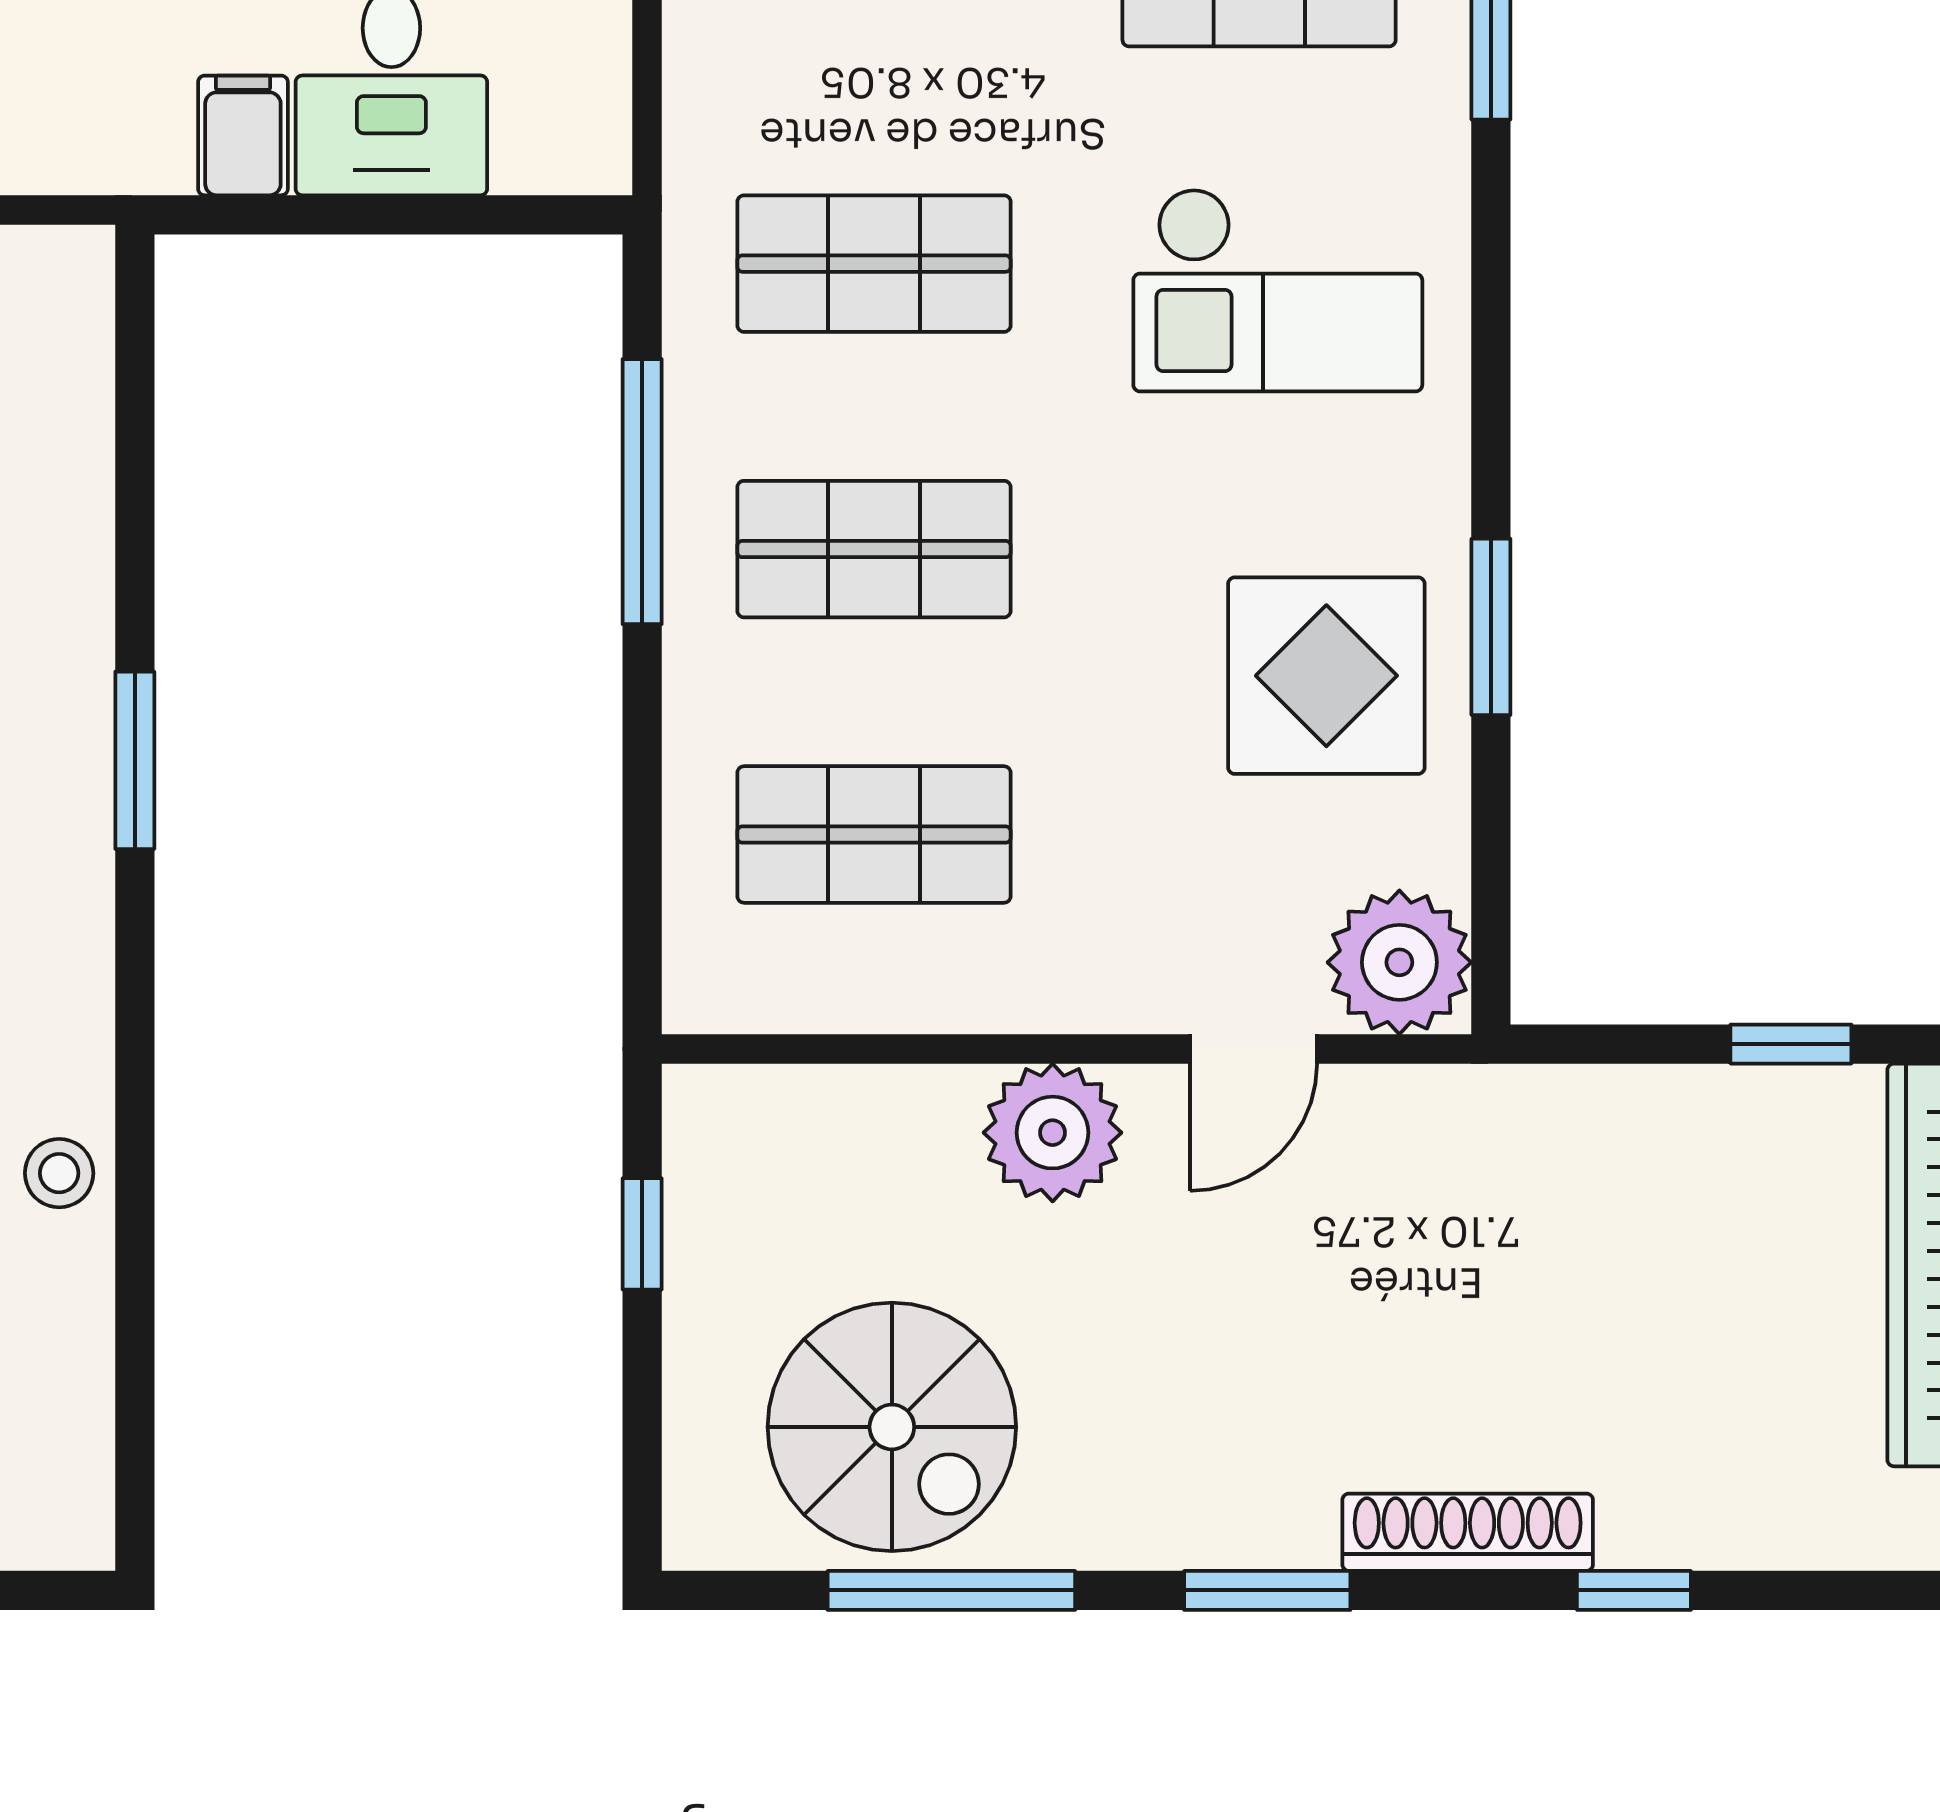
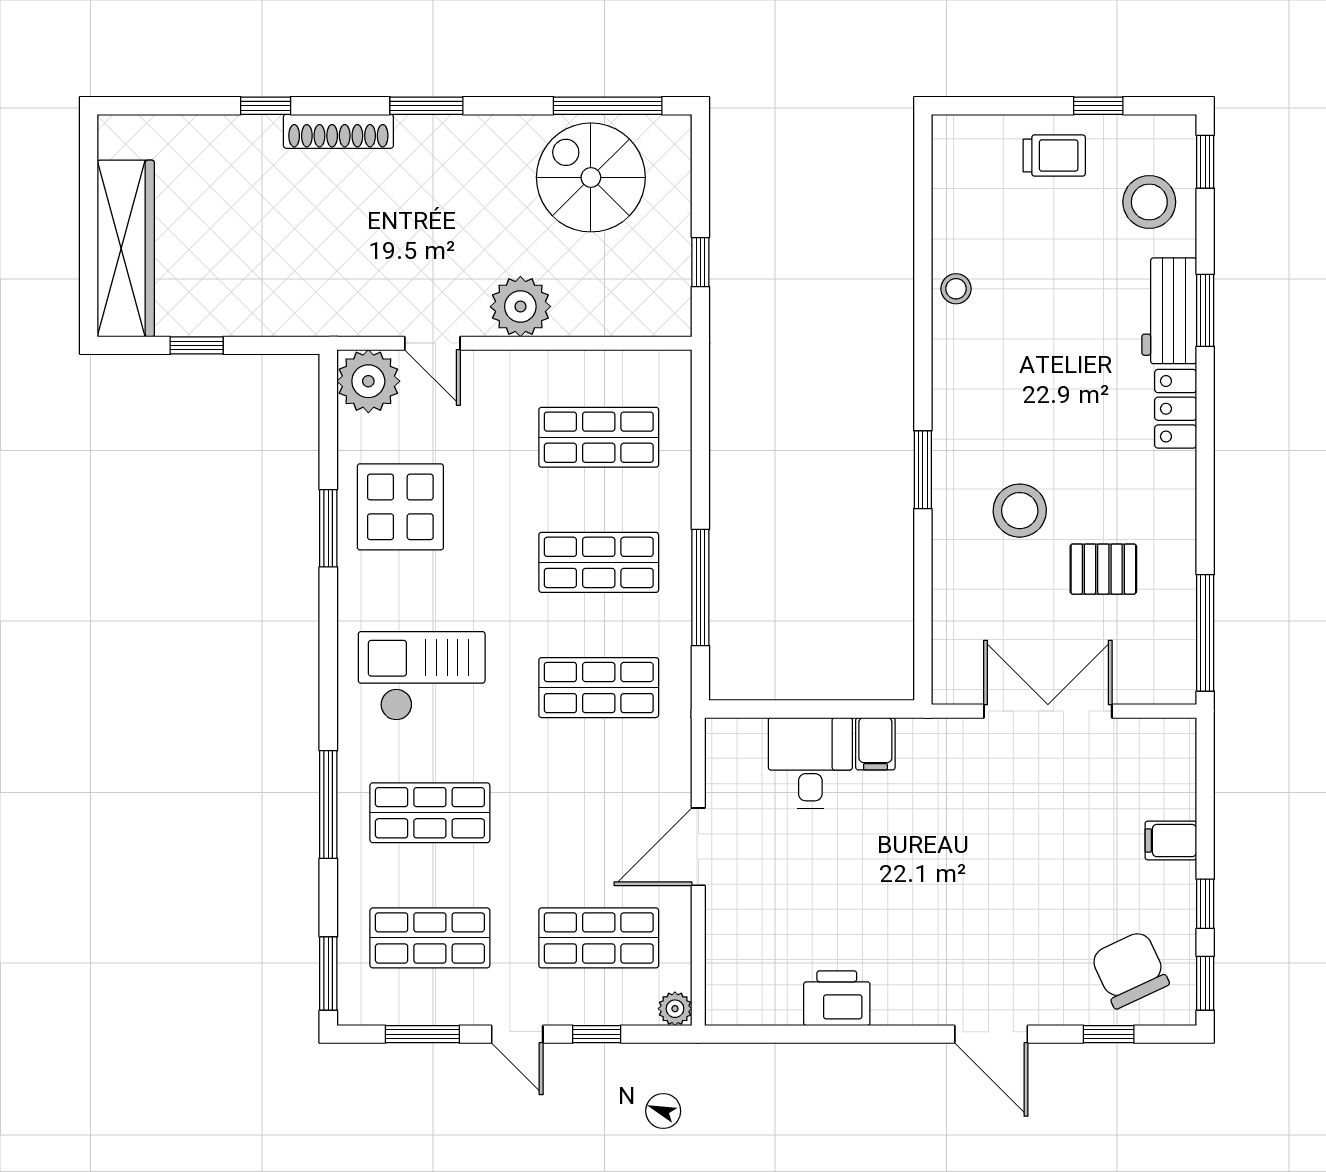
door: (1253, 1049) -> (432, 343), swing flipped
window: (951, 1590) -> (608, 106), moved

